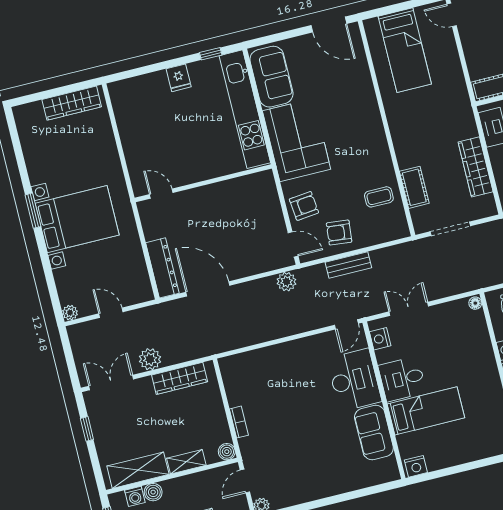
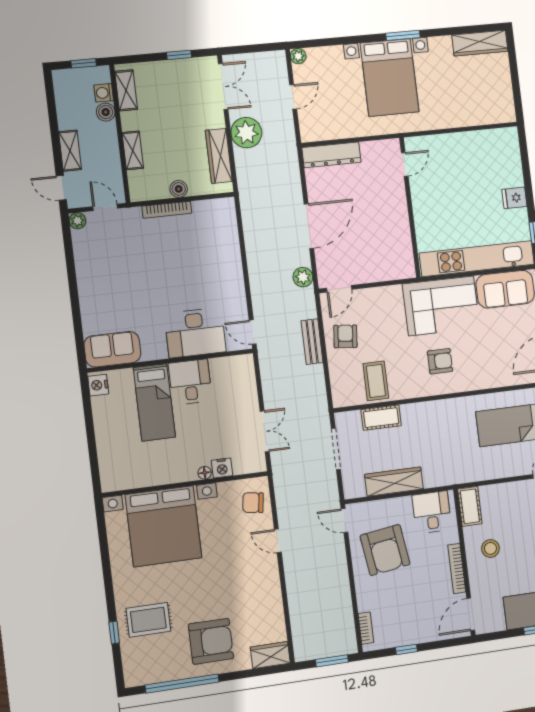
wardrobe: (72, 103) -> (480, 43), moved, turned -90
coffee table: (379, 197) -> (376, 381), width x1.36, depth x1.30
armchair: (304, 206) -> (440, 361), moved, turned -84
door: (208, 289) -> (309, 226), moved
floor lamp: (475, 303) -> (205, 473), moved
double door: (409, 309) -> (265, 431), moved
nightstand: (380, 339) -> (222, 468), moved, turned 180
plant: (150, 359) -> (246, 133), width x1.36, depth x1.36
bookcase: (239, 422) -> (167, 210), width x1.56
sofa: (374, 433) -> (112, 349), moved
boiler: (227, 452) -> (179, 189), moved
shelving: (138, 470) -> (126, 90), width x0.67, depth x0.75

